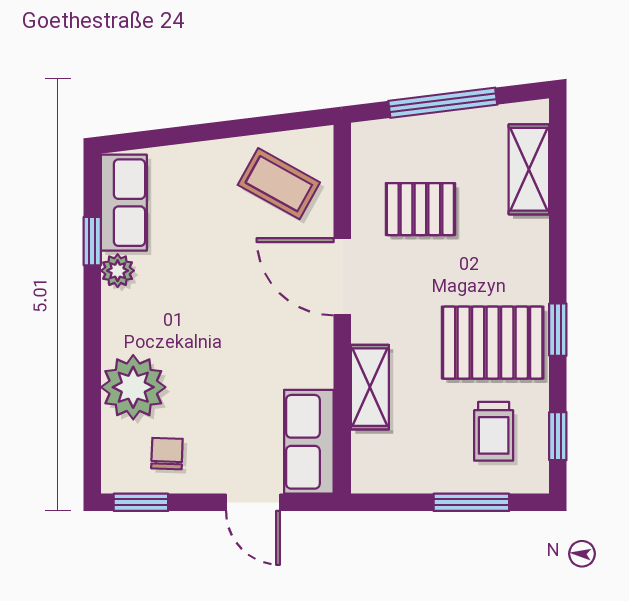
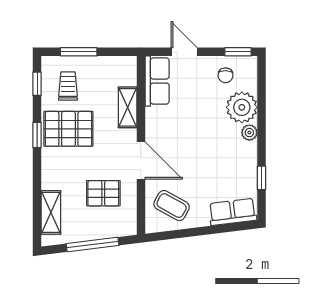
row of seats: (124, 203) -> (233, 212), moved, turned 83
plant: (118, 271) -> (249, 133), moved

